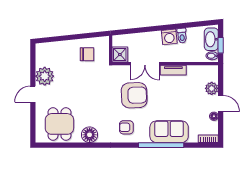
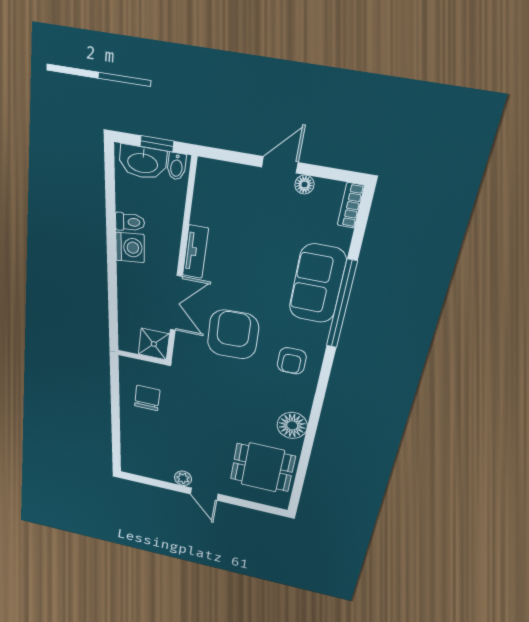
plant: (45, 76) -> (183, 478), width x0.53, depth x0.53
plant: (212, 88) -> (244, 179), removed

